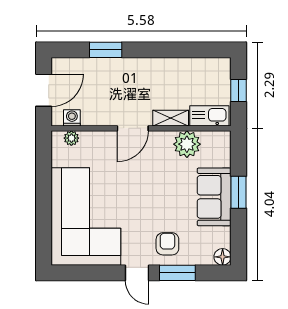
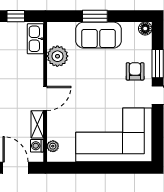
shelving: (171, 118) -> (37, 124), moved
door: (133, 128) -> (45, 98), hinge flipped
armchair: (167, 244) -> (135, 71), turned 90

